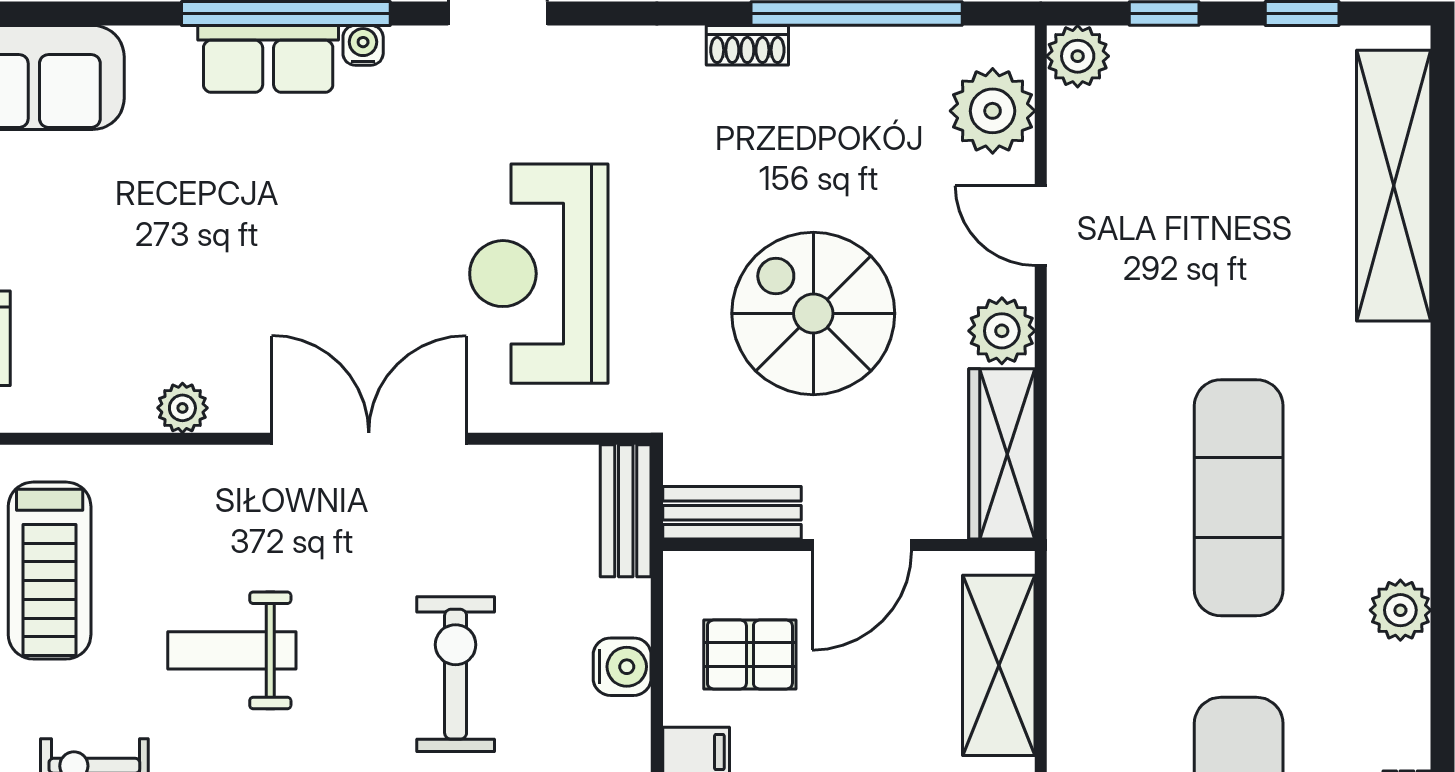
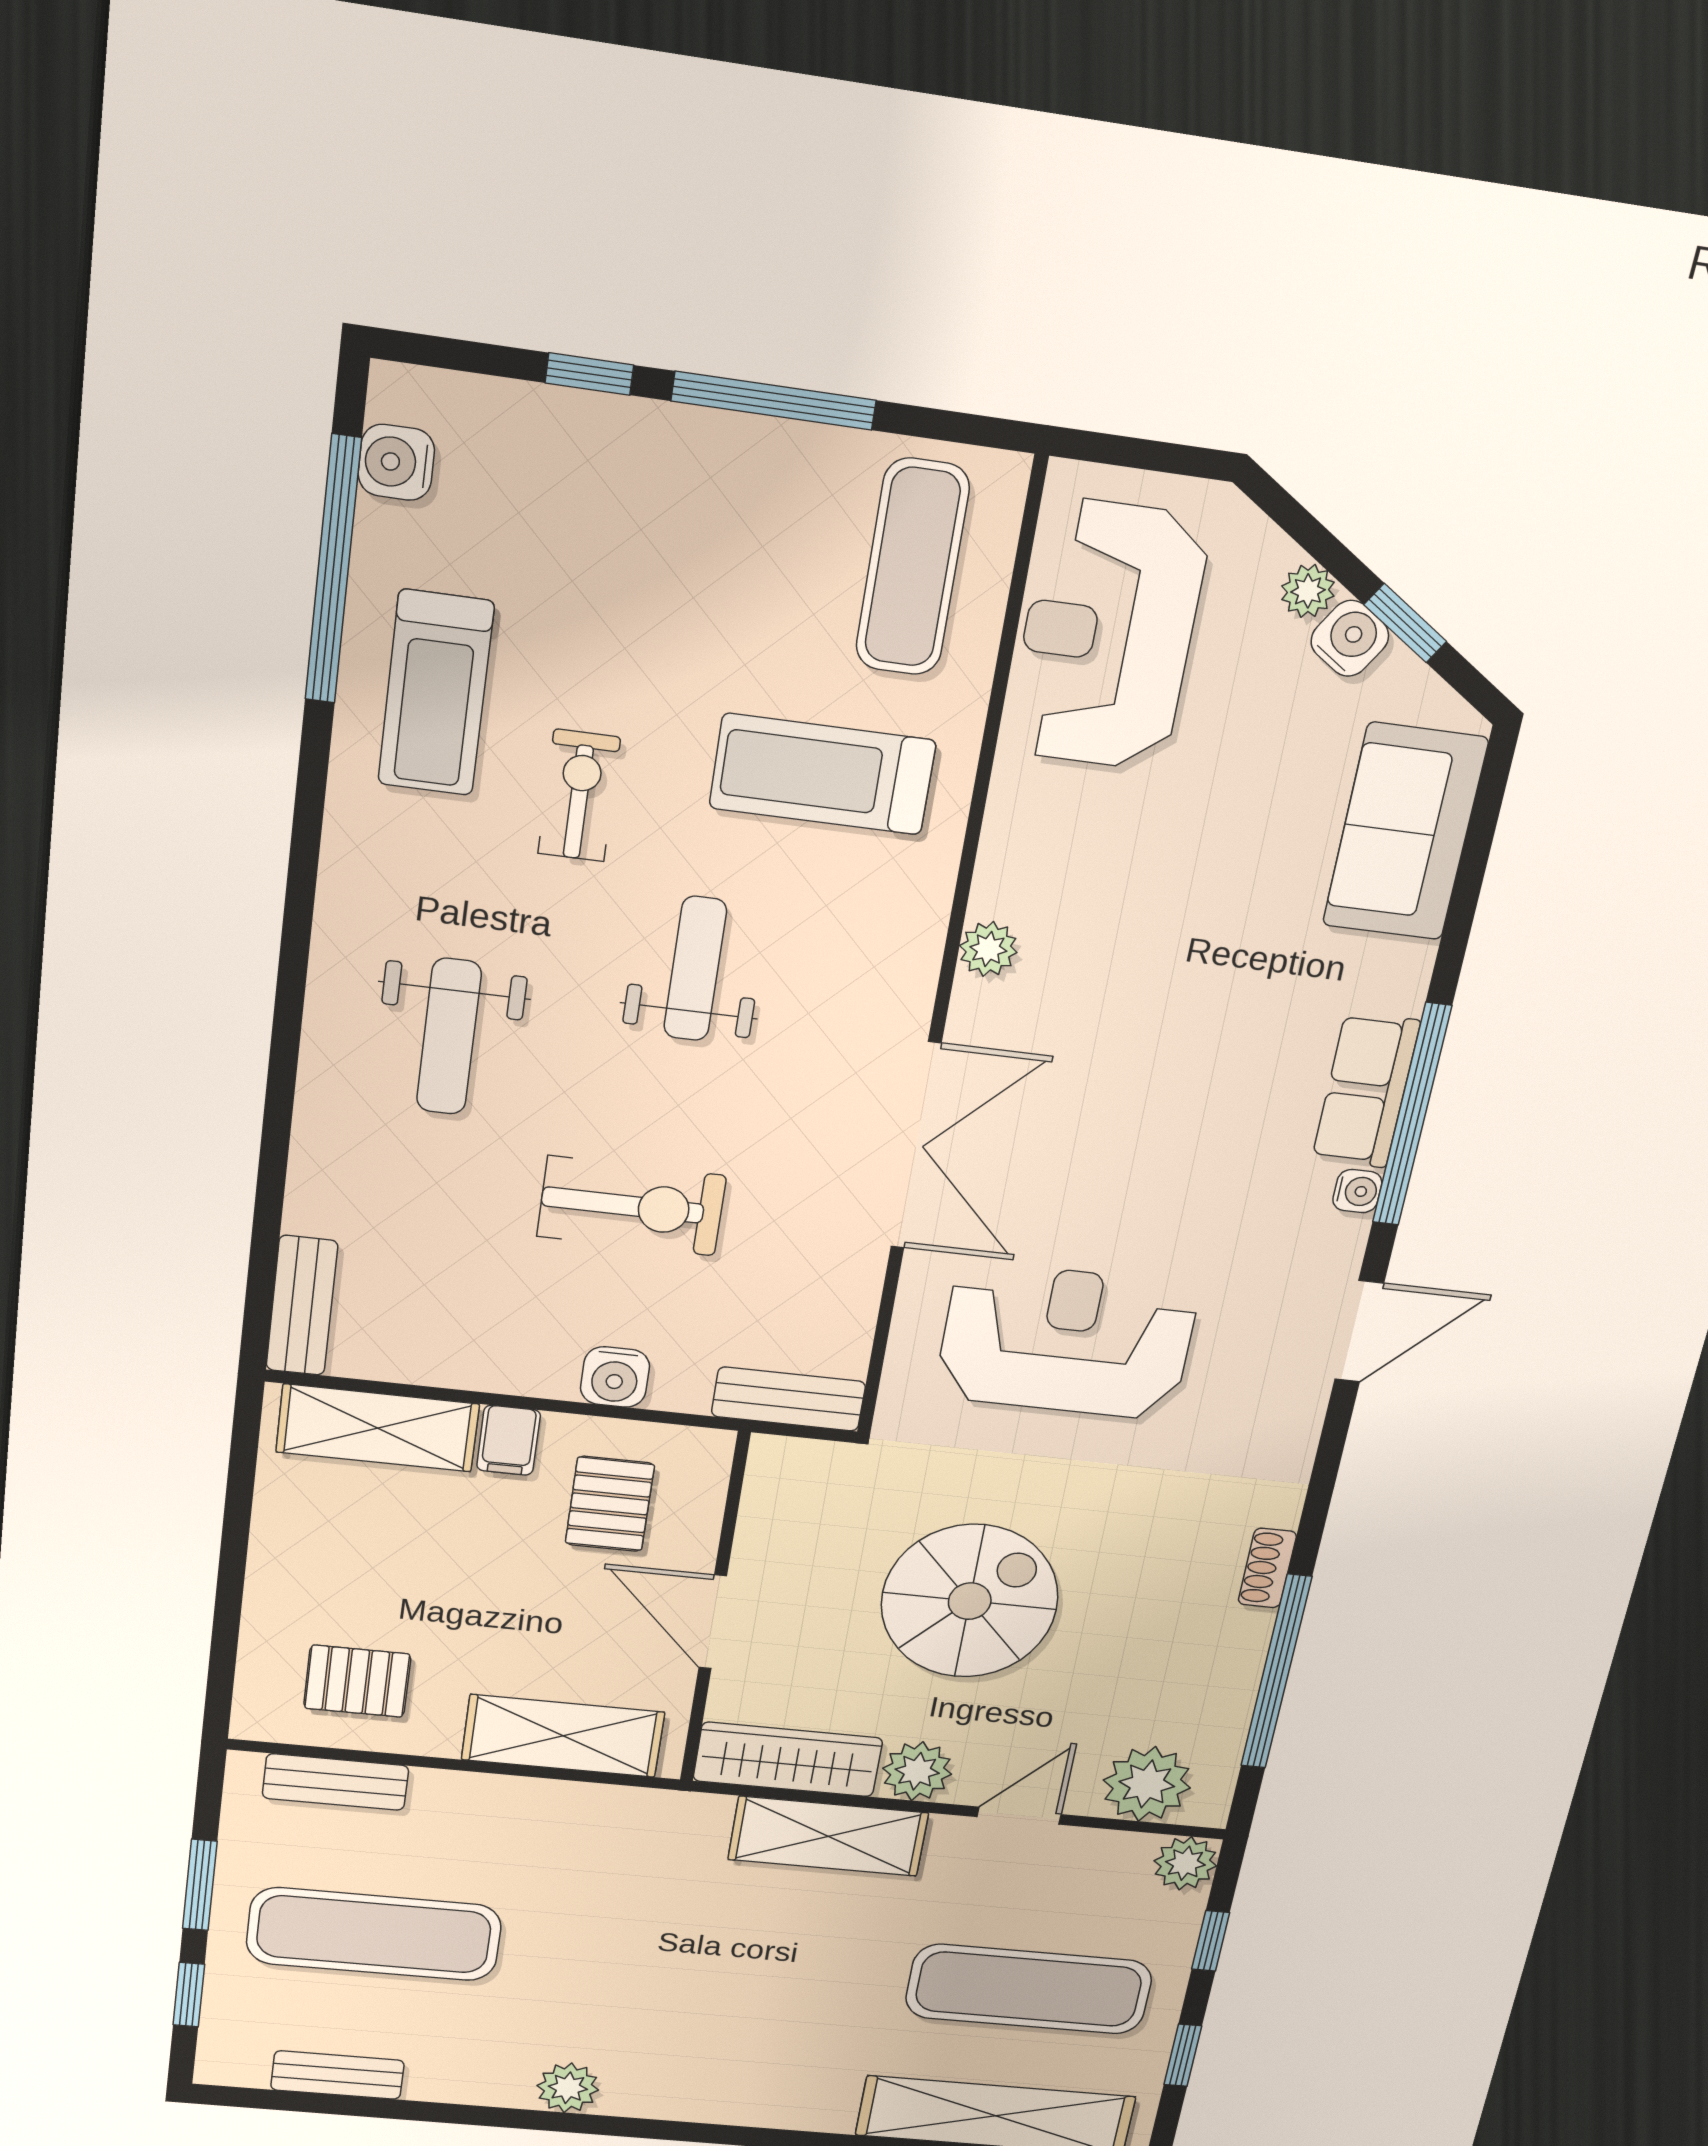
shelving: (1083, 403) -> (828, 1836), added
exercise mat: (1239, 498) -> (1029, 1989), moved
bench: (732, 513) -> (769, 1502), removed

